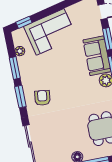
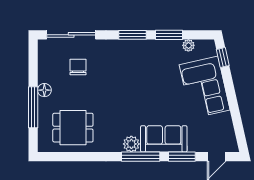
armchair: (42, 98) -> (125, 62), removed
chair: (54, 134) -> (78, 67), added

